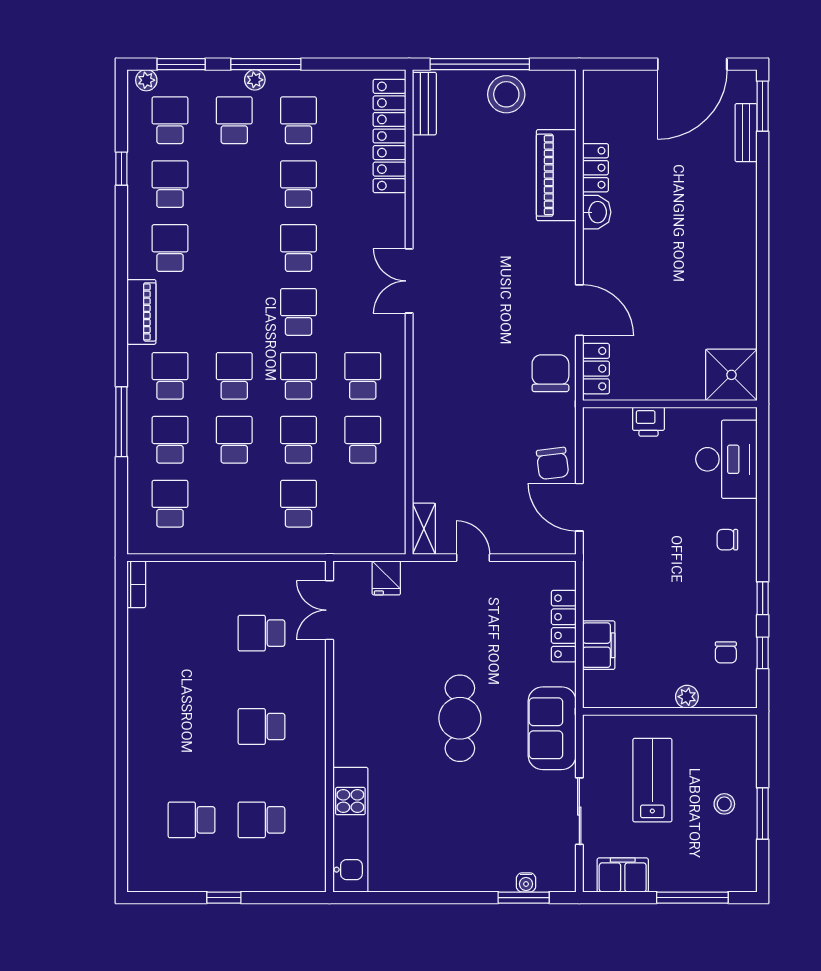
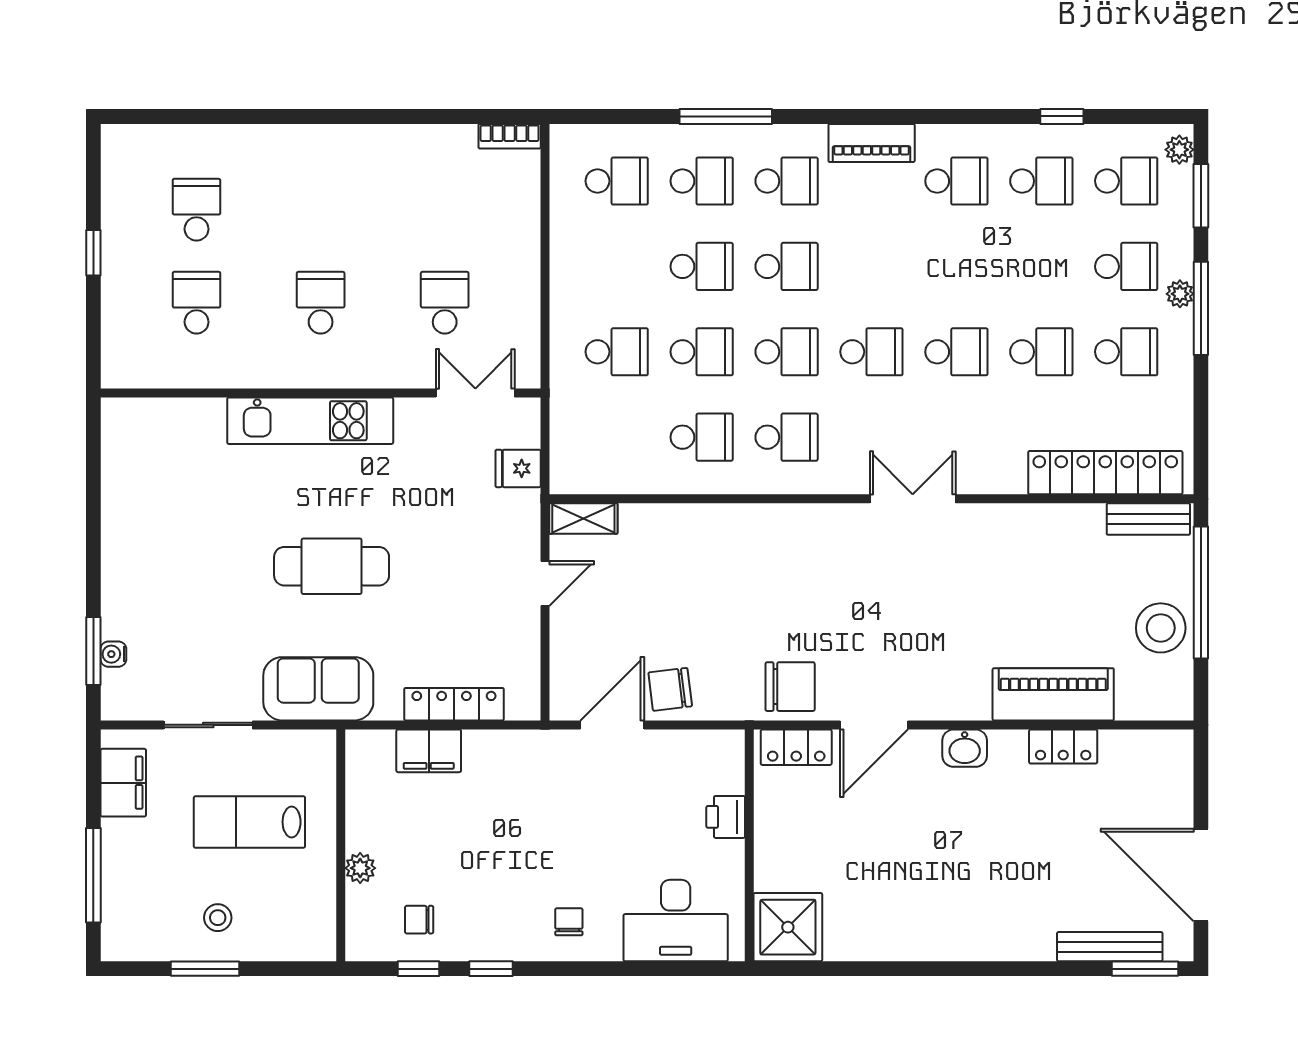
bench: (746, 133) -> (1110, 947), width x1.36
washbasin: (597, 212) -> (965, 748), moved
lab bench: (652, 780) -> (249, 822), turned 180
kitchen unit: (350, 830) -> (310, 421), moved

